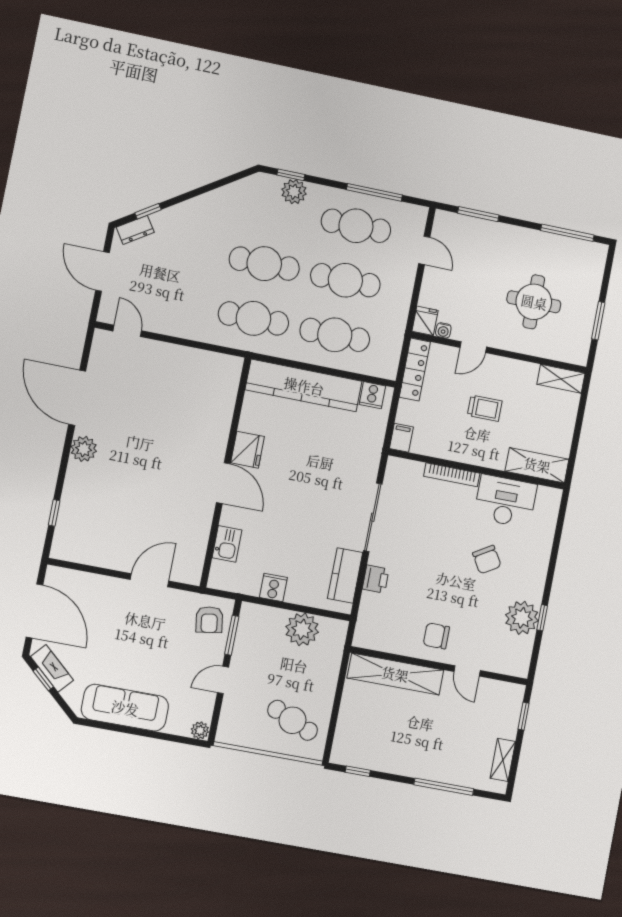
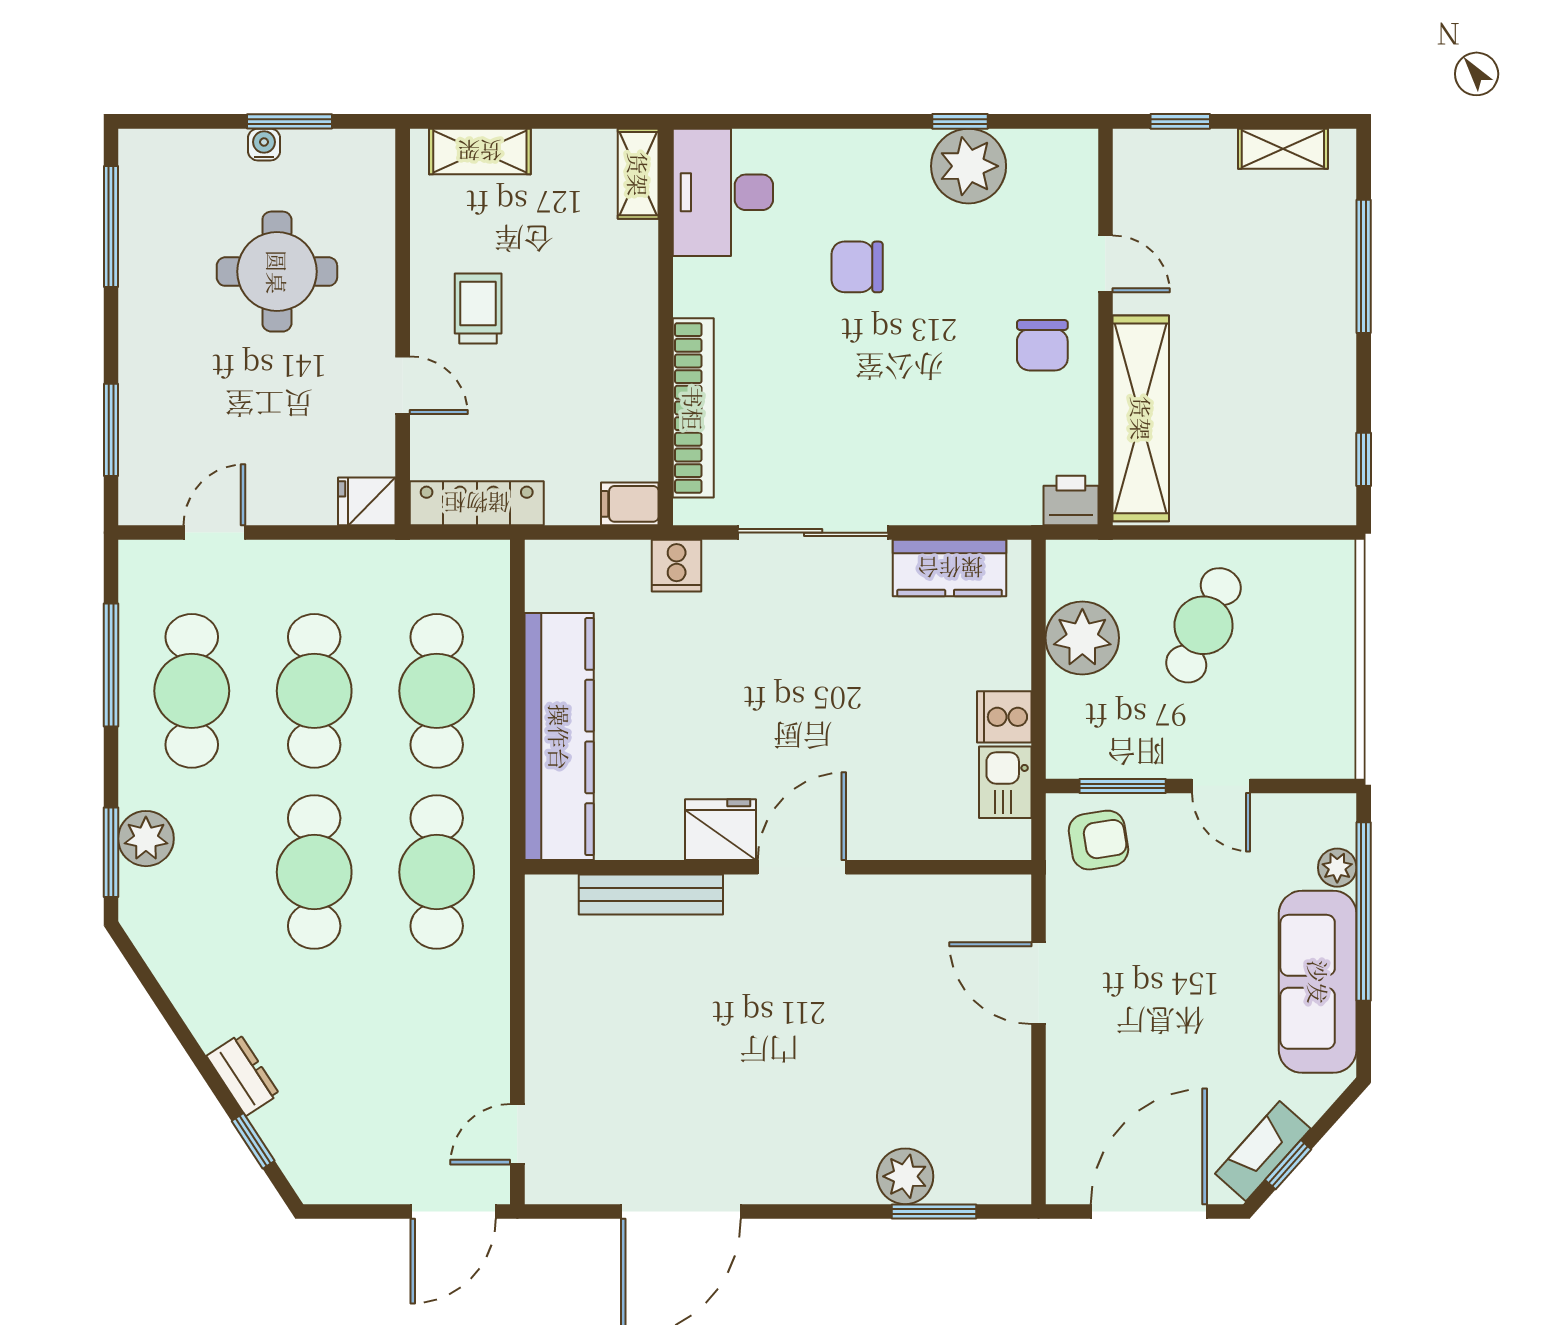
window: (291, 175) -> (111, 852), width x1.50
dresser: (135, 230) -> (243, 1075), moved
door: (102, 271) -> (453, 1211), moved
water cooler: (443, 330) -> (264, 145), moved, turned -90
shelving: (561, 379) -> (480, 151), moved, turned 90
cooker: (372, 395) -> (677, 566), moved, turned 90
trolley: (485, 408) -> (478, 308), moved
bench: (224, 413) -> (651, 895), added
plant: (84, 449) -> (905, 1176), moved
shelving: (537, 465) -> (638, 174), width x0.67, depth x0.75
bookcase: (452, 475) -> (693, 408), width x1.48, depth x1.31
desk: (505, 501) -> (723, 192), moved
window: (54, 513) -> (934, 1211), width x1.50
kitchen sink: (227, 544) -> (1005, 782), moved, turned -90
chair: (487, 560) -> (857, 267), turned -149
printer: (376, 579) -> (1071, 501), moved
door: (467, 671) -> (1105, 264), hinge flipped
cafe table: (293, 720) -> (1204, 625), moved
plant: (200, 730) -> (1337, 868), moved
window: (153, 734) -> (1364, 912), added

